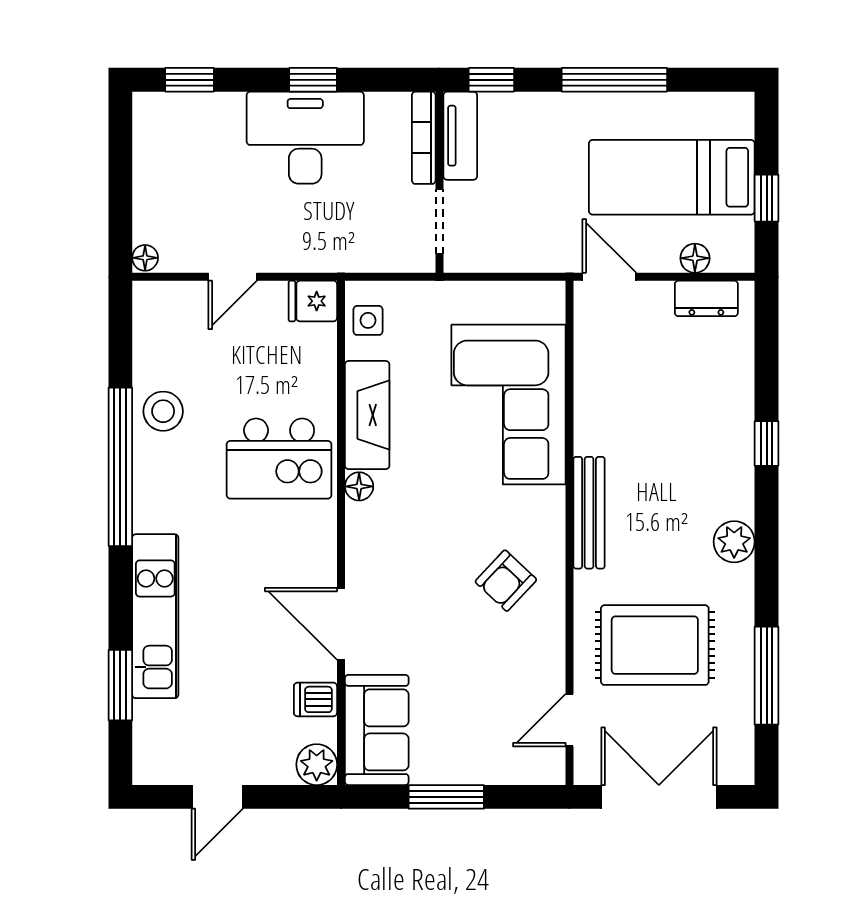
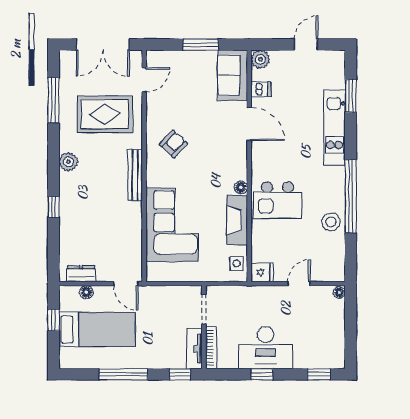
kitchen island: (279, 459) -> (278, 200), turned 180

